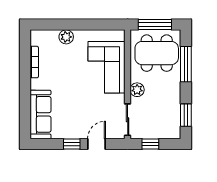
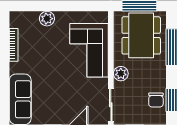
dining table: (157, 53) -> (141, 35), turned 90
chair: (171, 115) -> (156, 100), added

